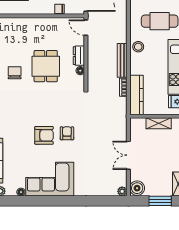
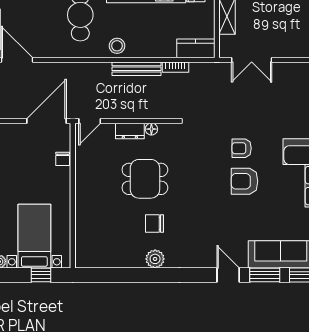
kitchen counter: (136, 95) -> (196, 48), width x0.67
armchair: (44, 135) -> (244, 181), turned -90
double door: (128, 155) -> (252, 60), moved

